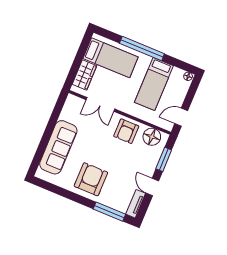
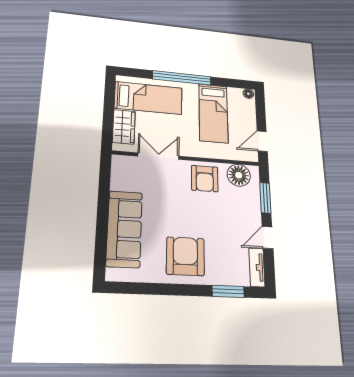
double door: (100, 104) -> (158, 156), swing flipped
door: (152, 187) -> (268, 238), hinge flipped
window: (109, 212) -> (228, 291), width x0.69

